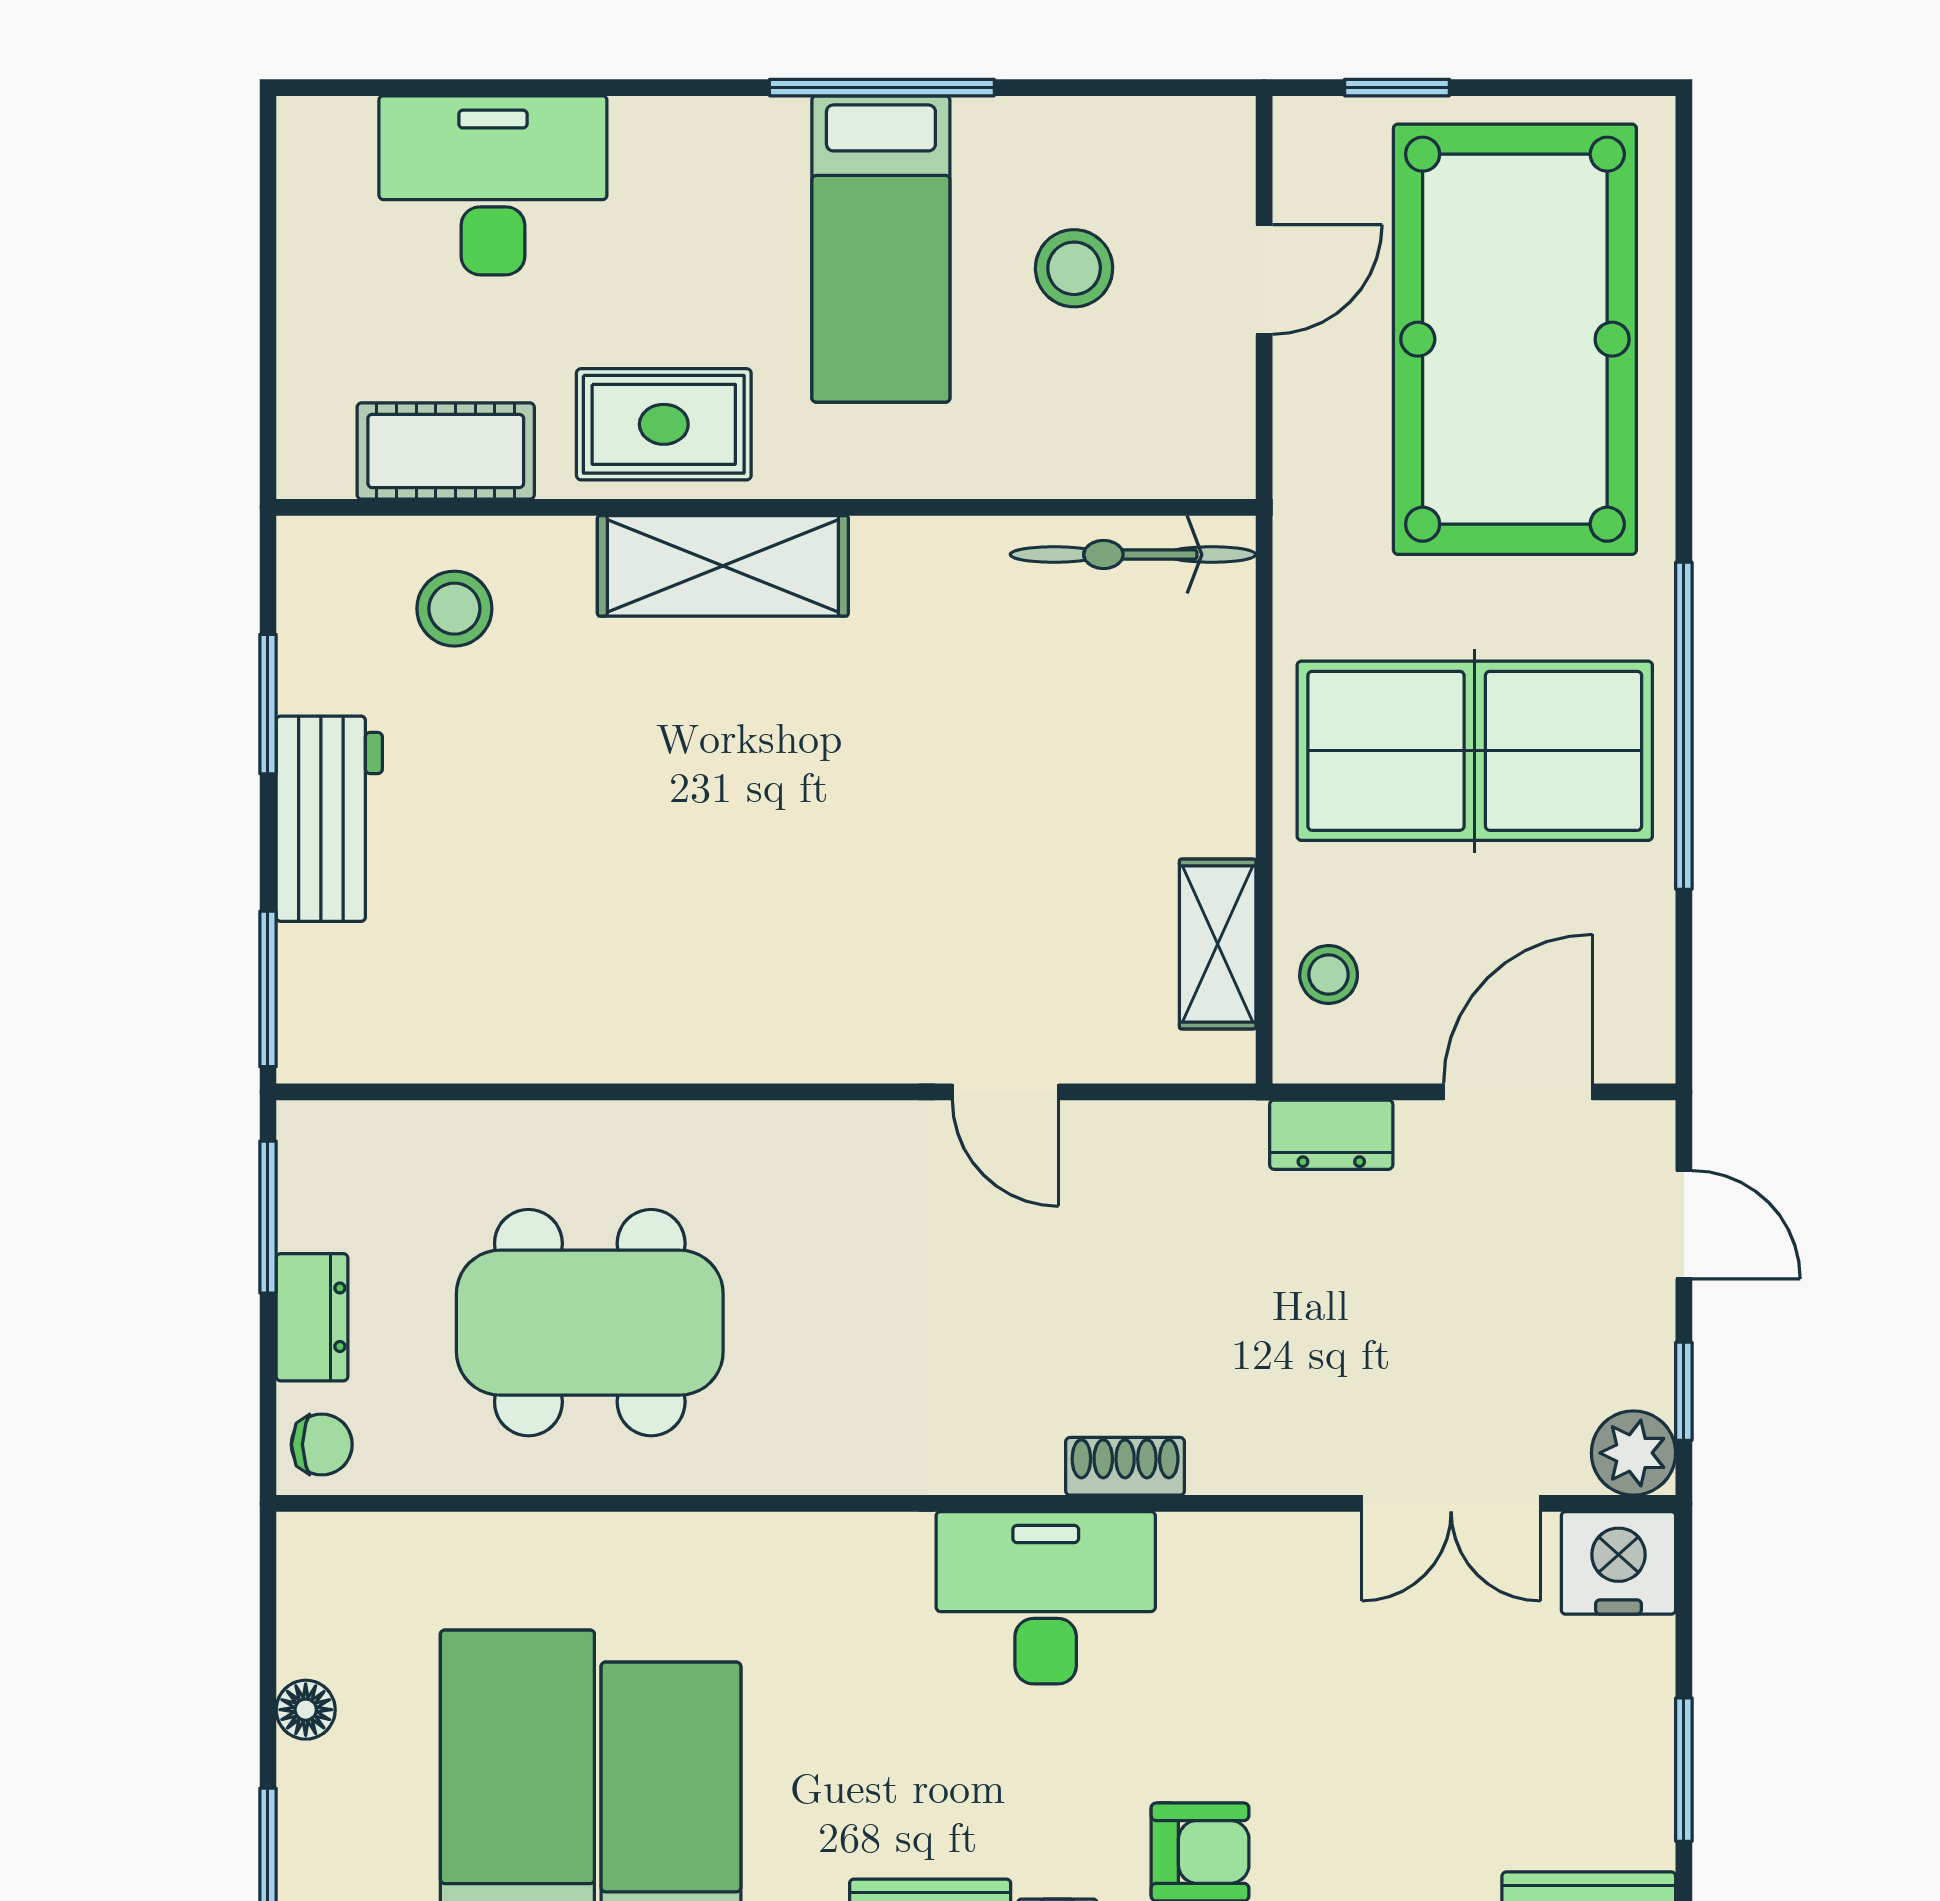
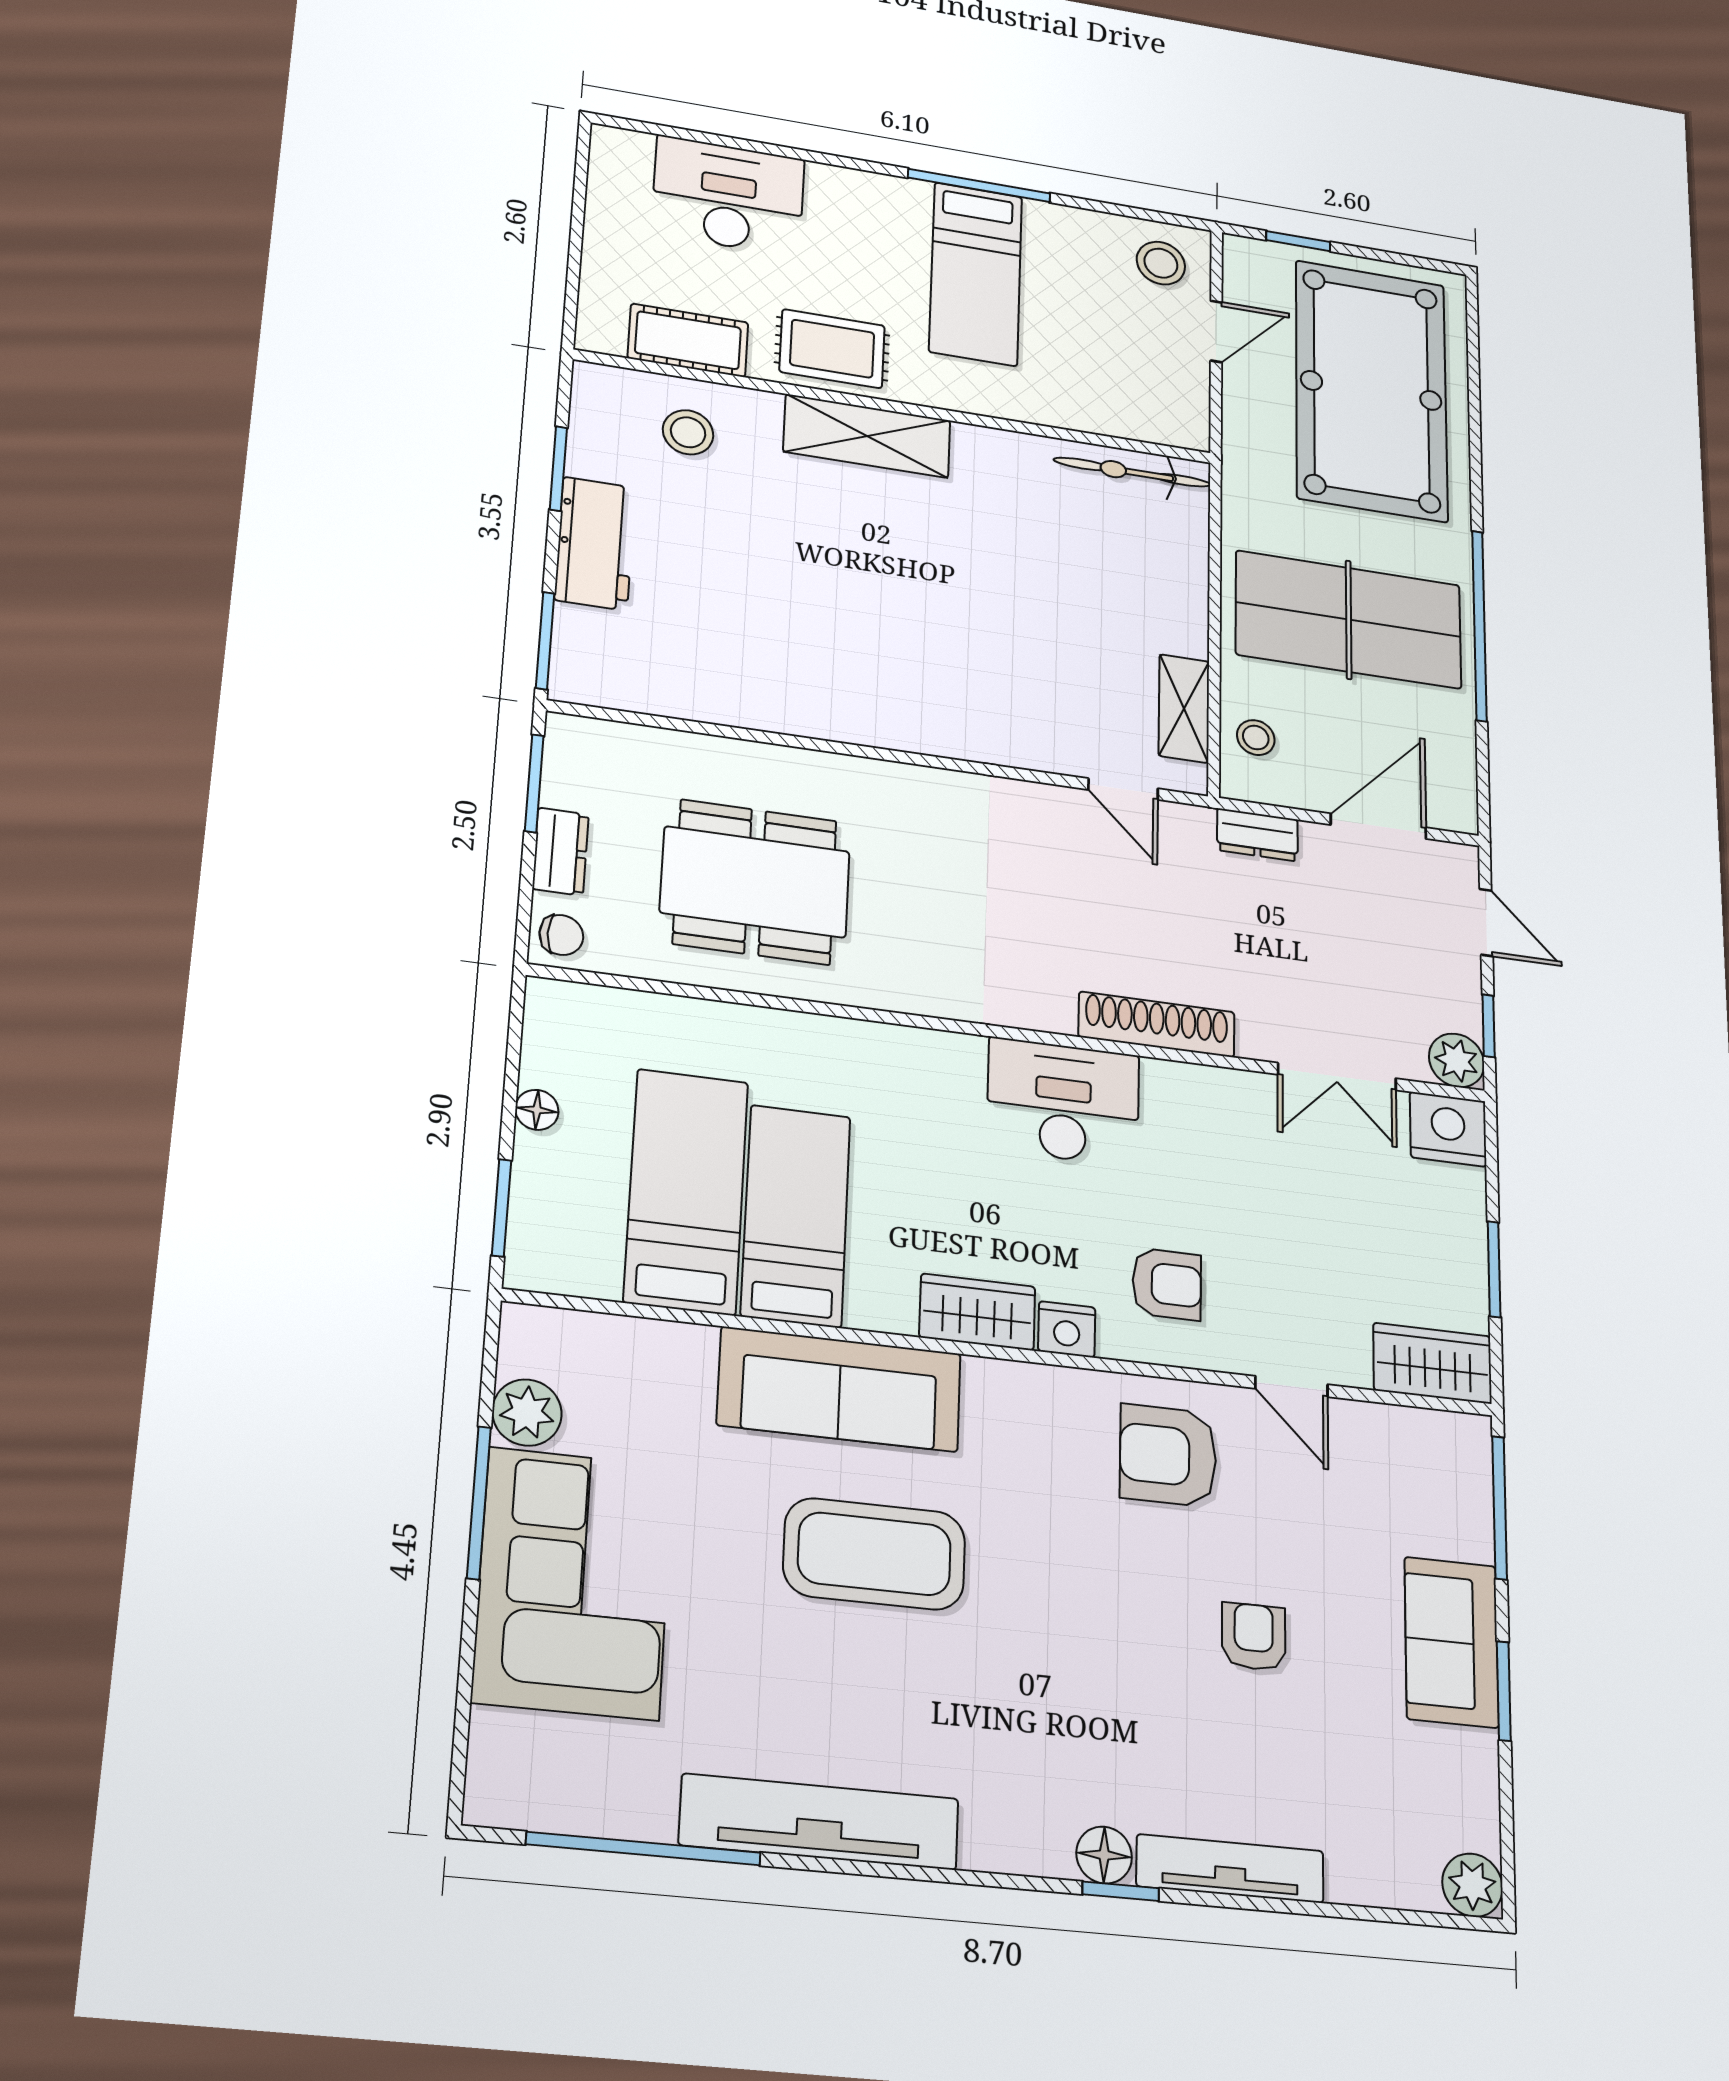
stool: (1074, 268) -> (1161, 263), moved
door: (1006, 1092) -> (1123, 789), moved
shoe rack: (1125, 1466) -> (1157, 1024), width x1.94, depth x1.24

